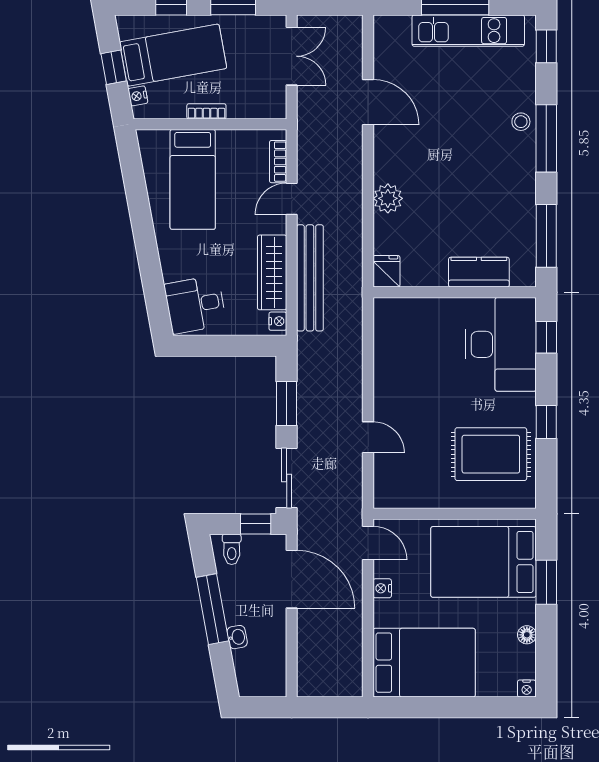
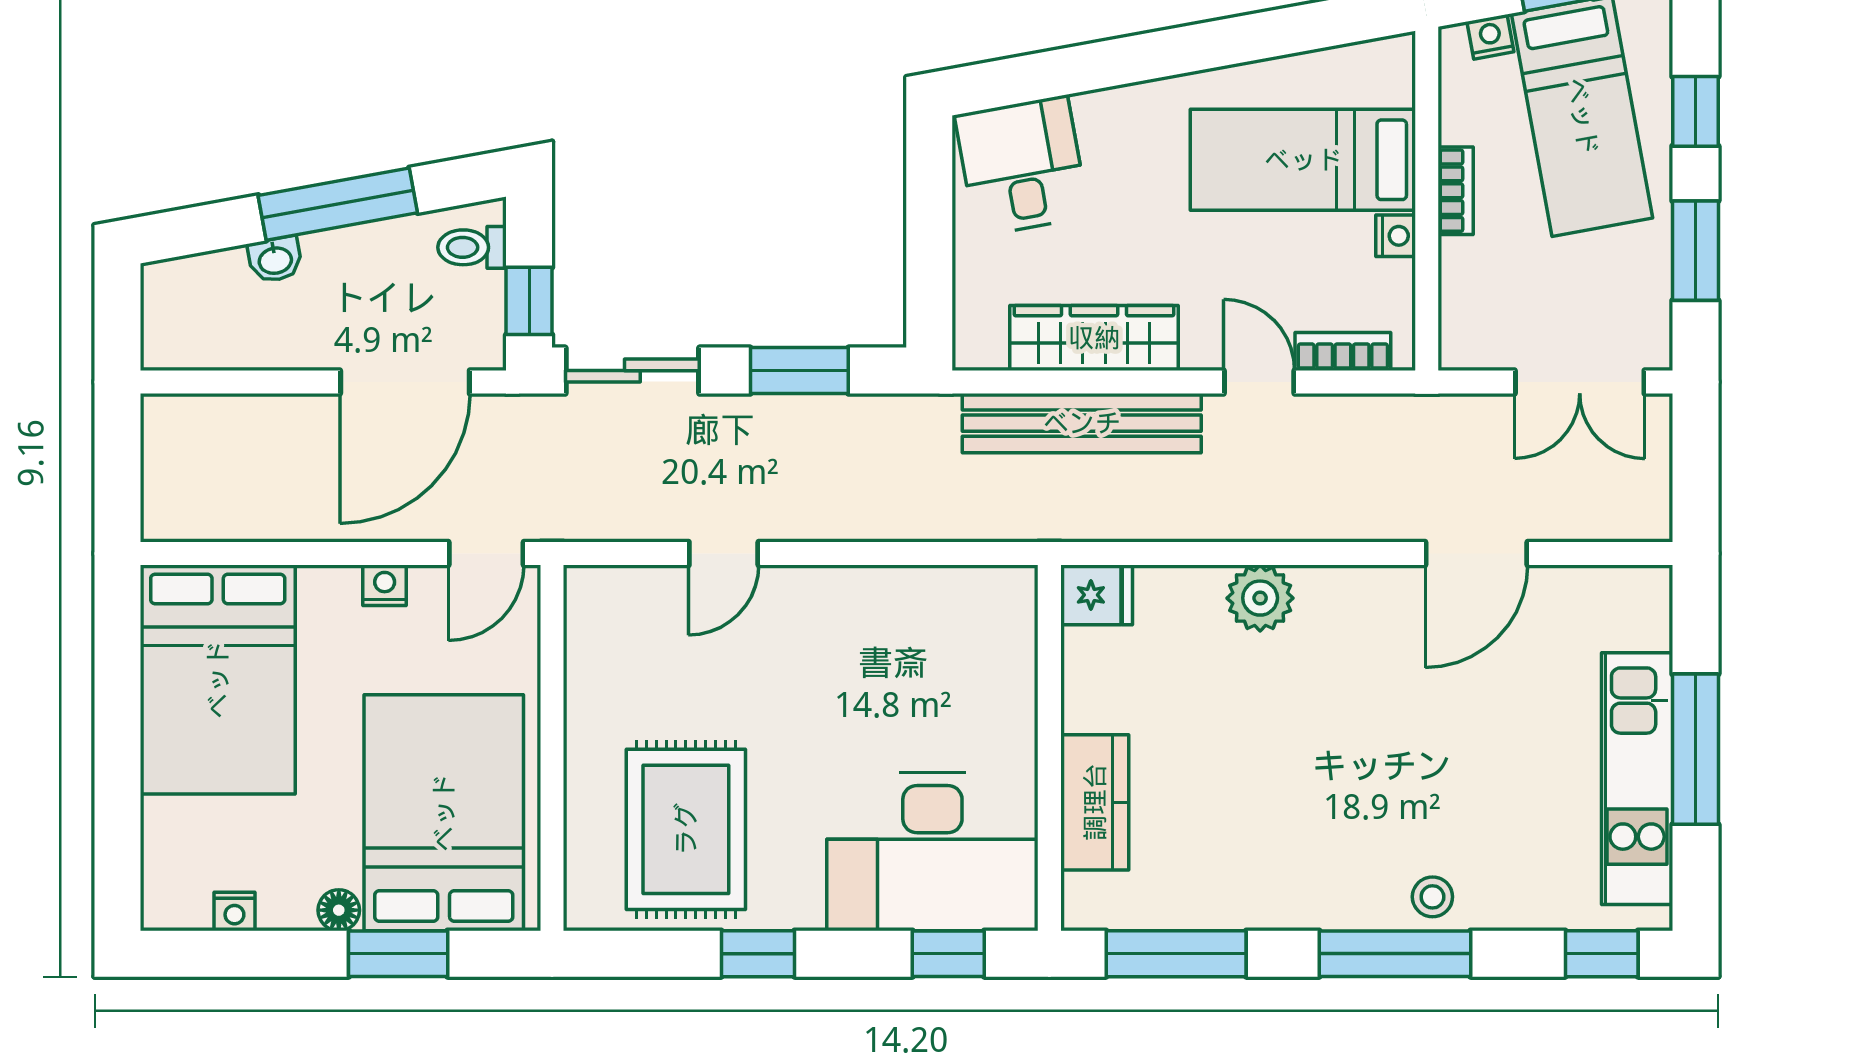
nightstand: (278, 321) -> (1396, 236), moved, turned -90
floor lamp: (527, 635) -> (339, 910), moved
nightstand: (527, 688) -> (234, 912), moved, turned -90

